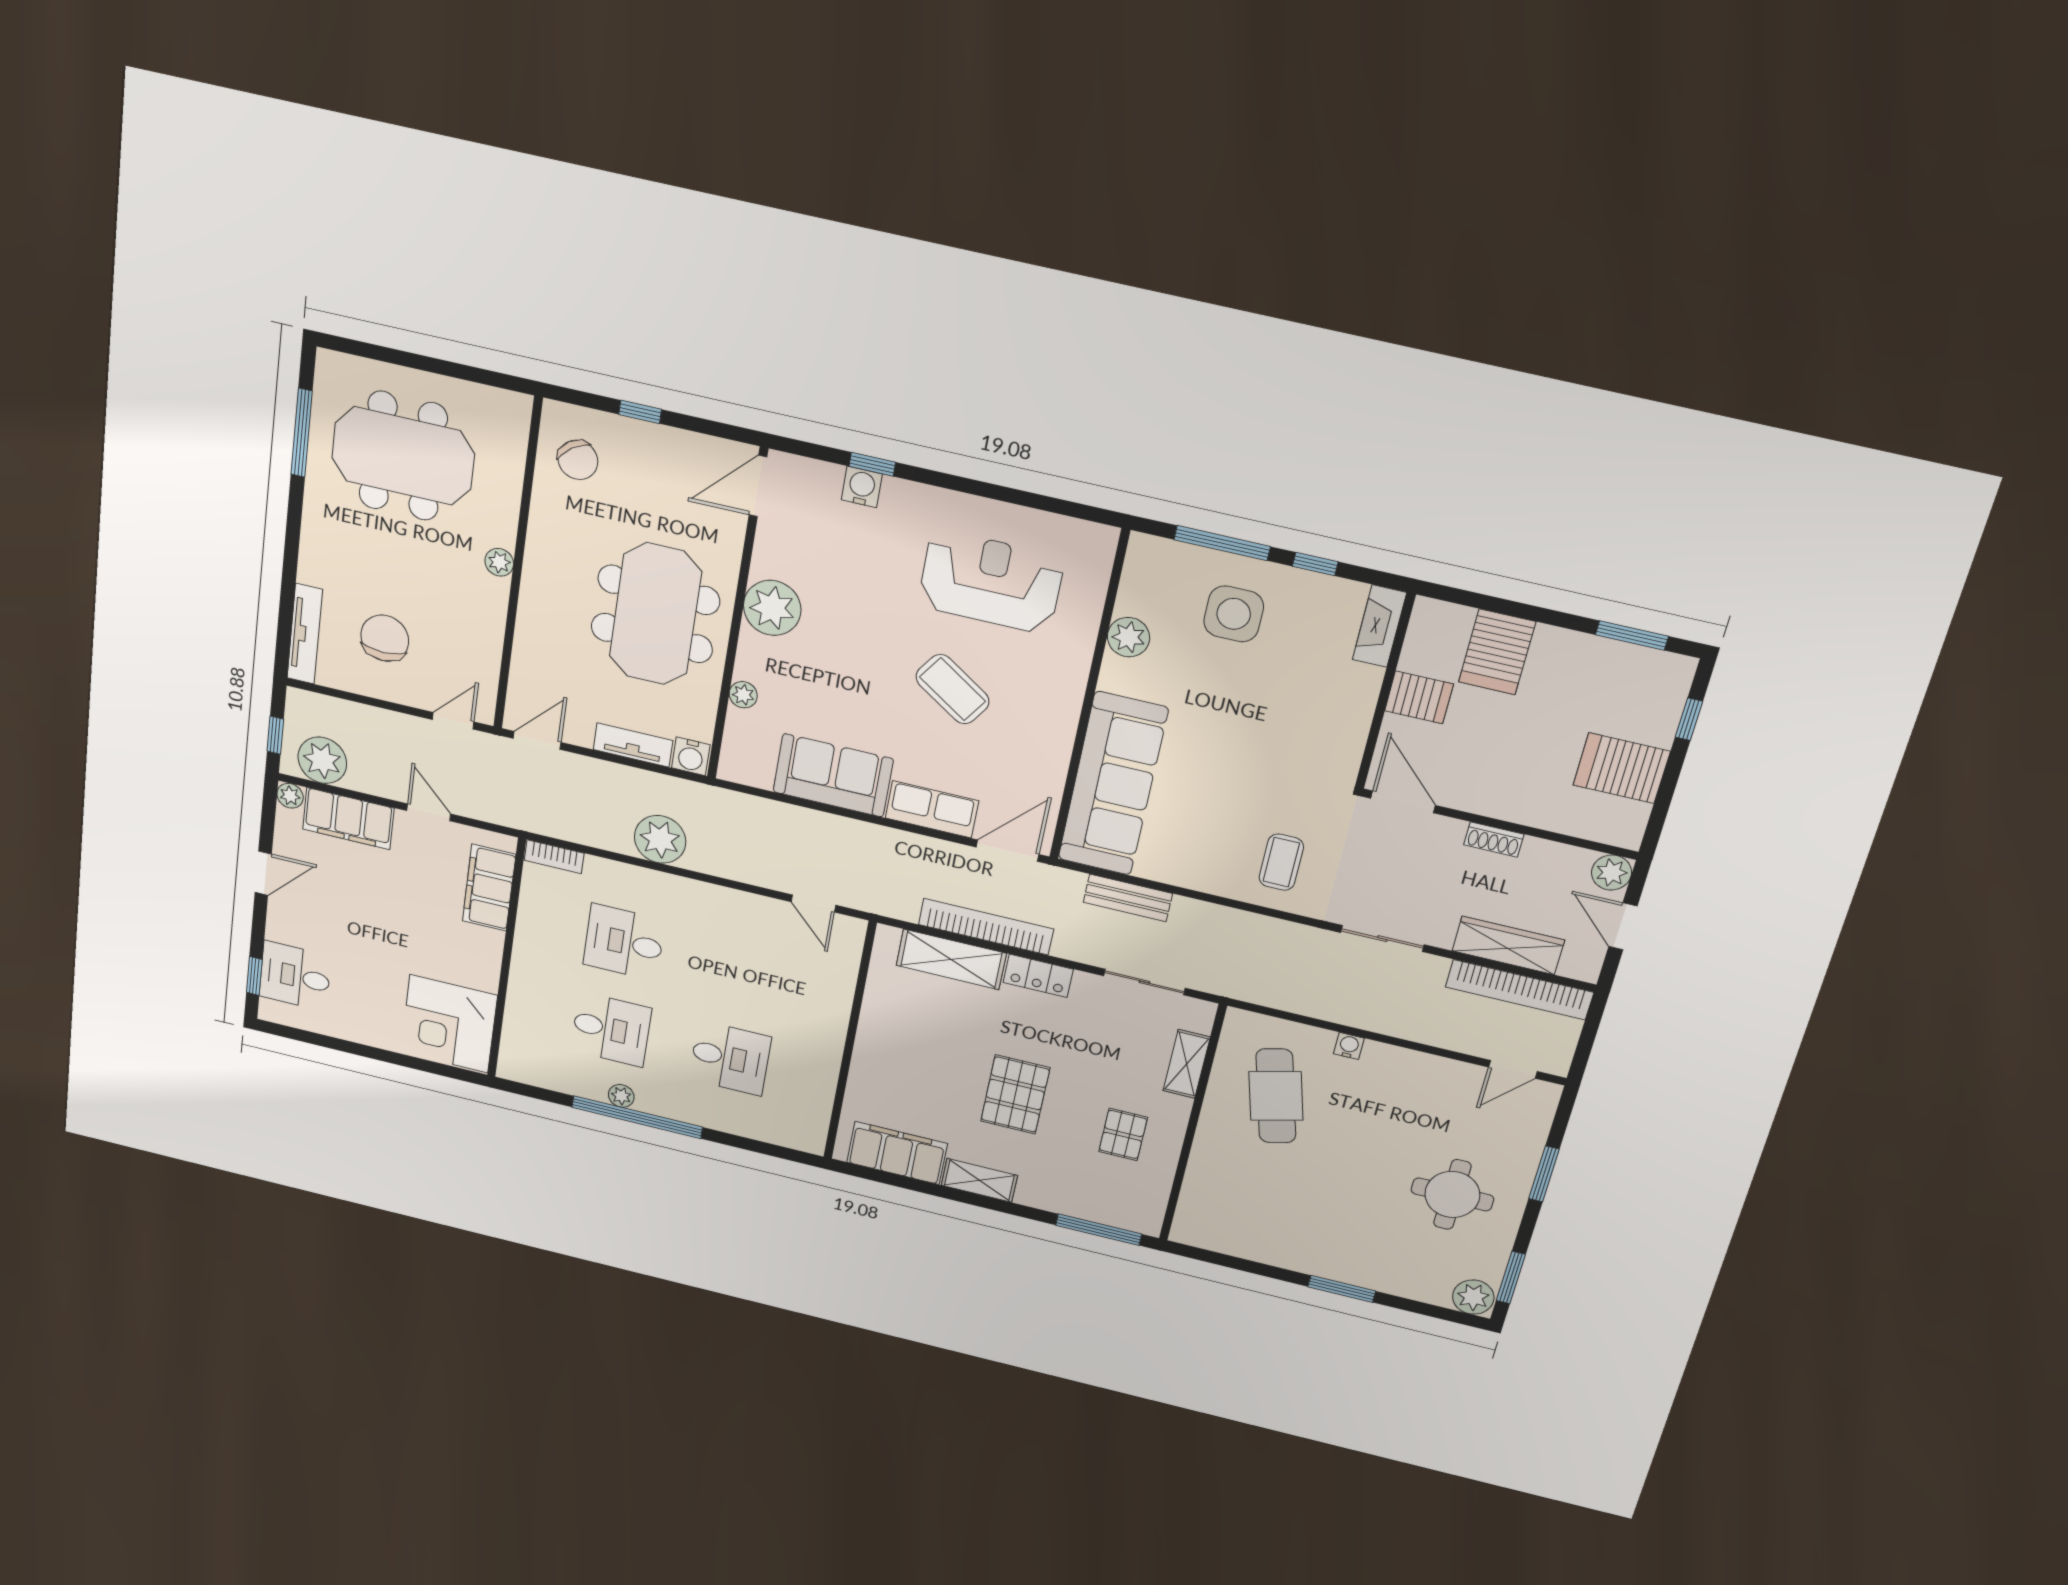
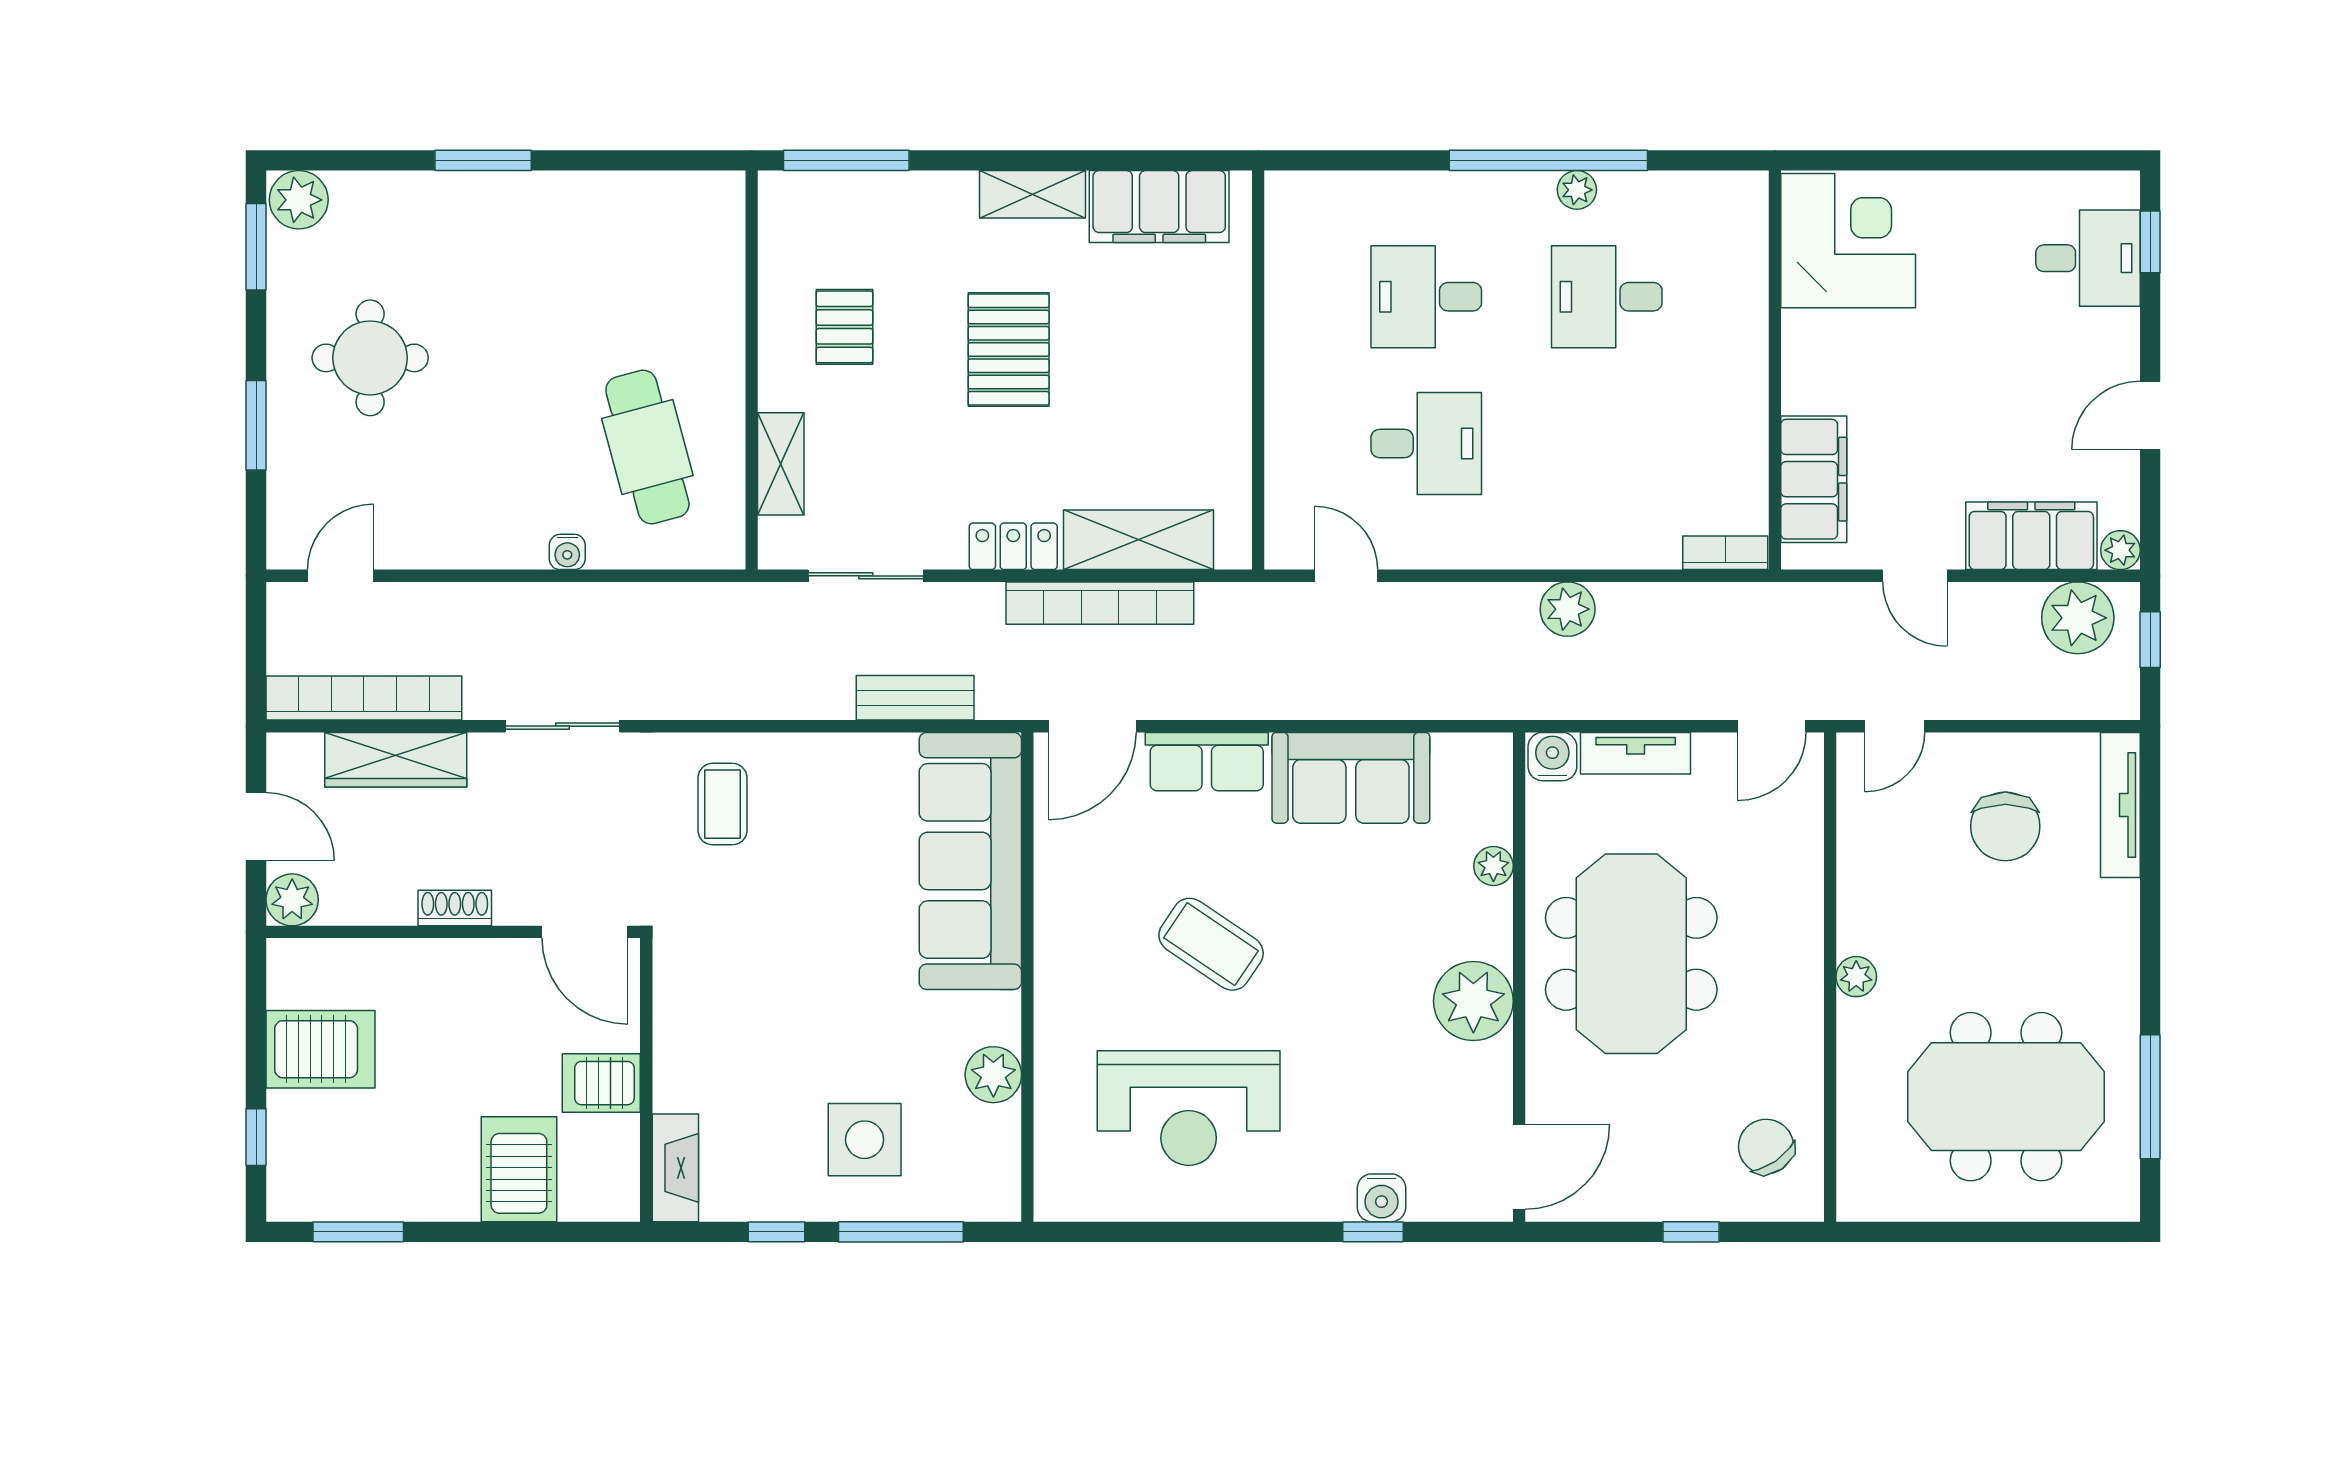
plant: (660, 839) -> (1568, 609), width x0.73, depth x0.73
desk: (624, 942) -> (1426, 444), moved

